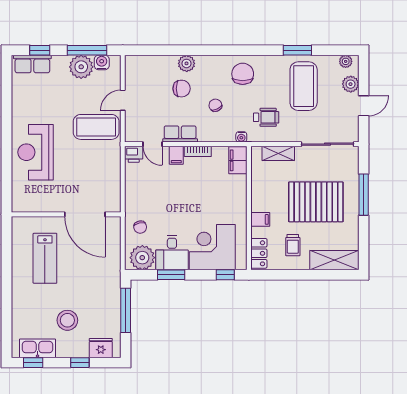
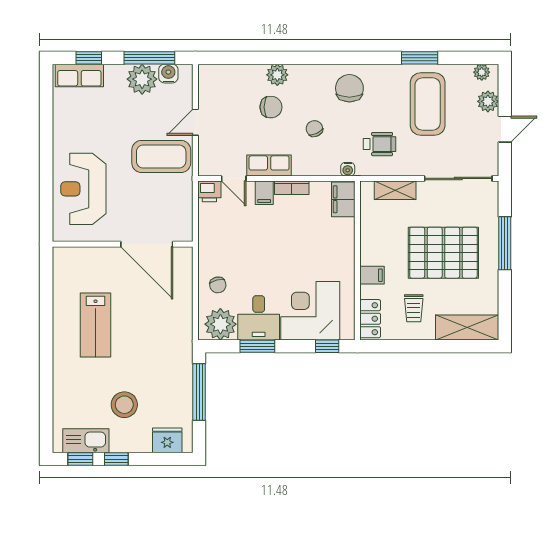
wall: (66, 214) -> (123, 244), moved
door: (85, 214) -> (147, 244), moved
window: (80, 363) -> (116, 459), moved

